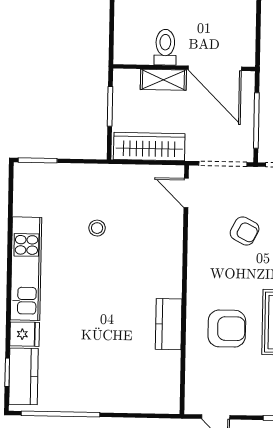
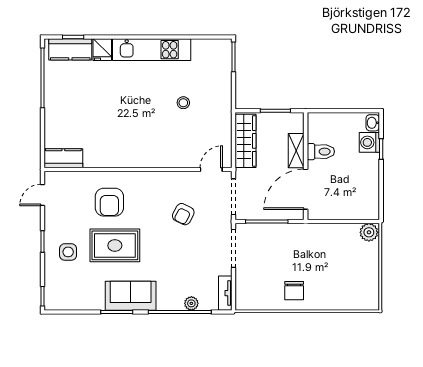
kitchen counter: (169, 324) -> (63, 158), moved

